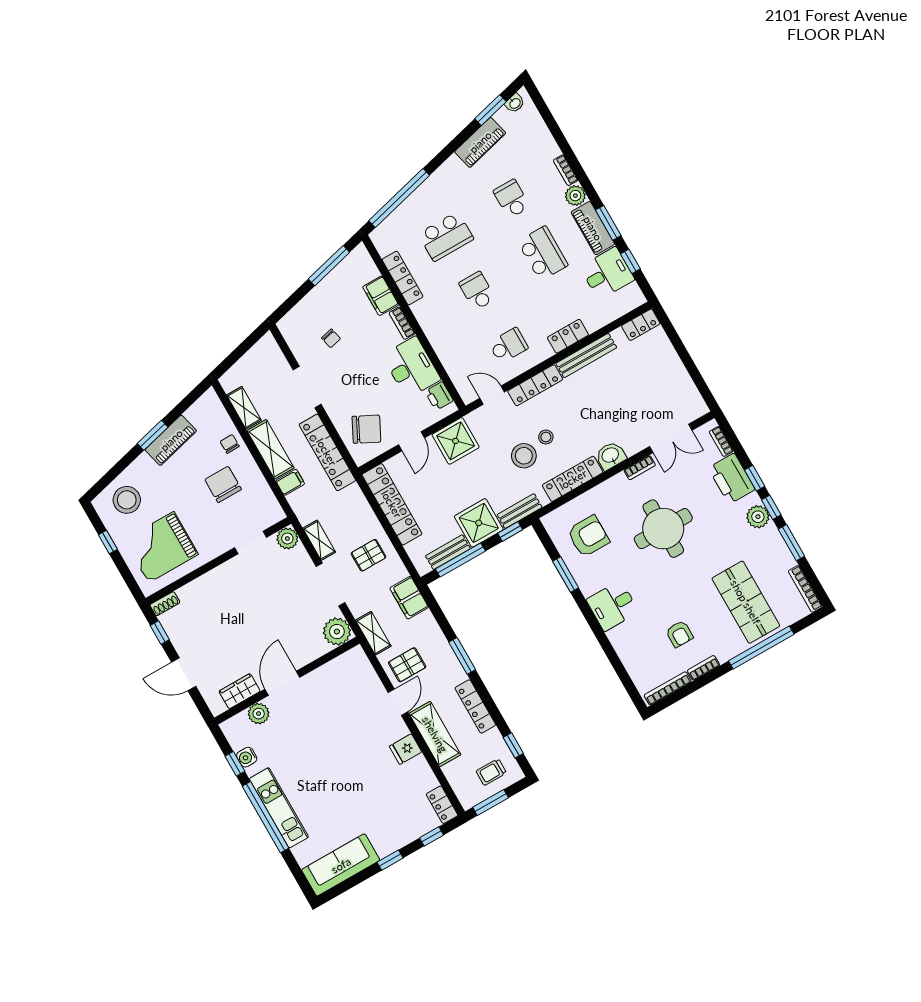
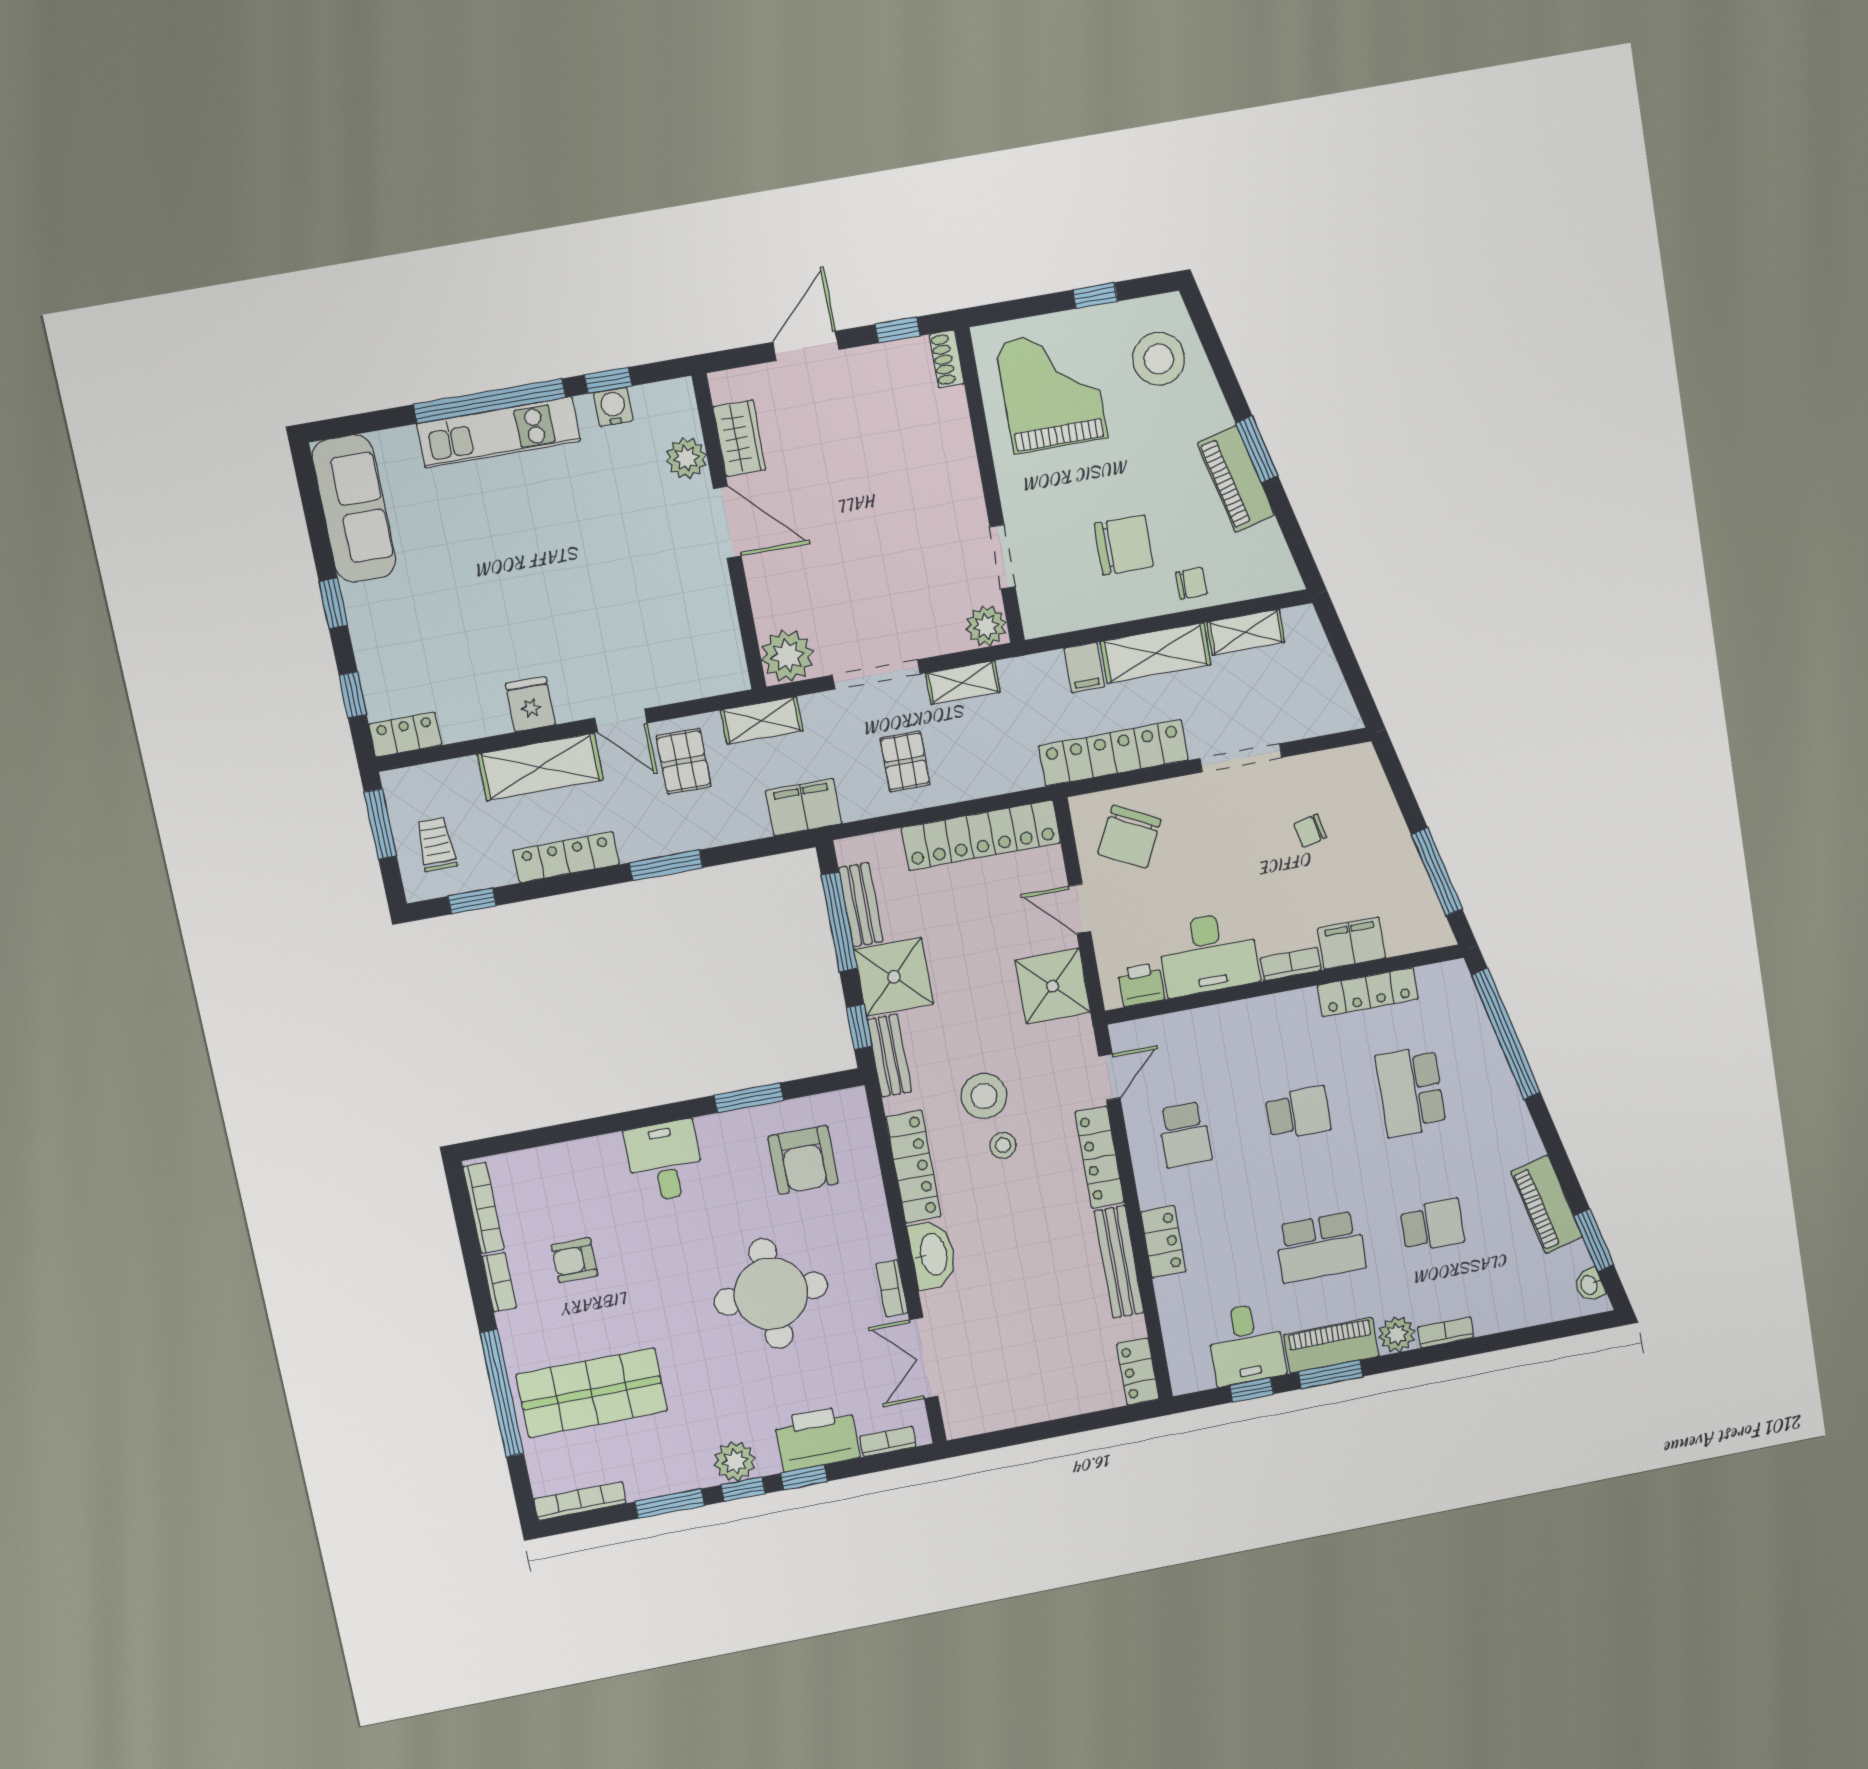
washbasin: (611, 456) -> (932, 1255), width x1.38

